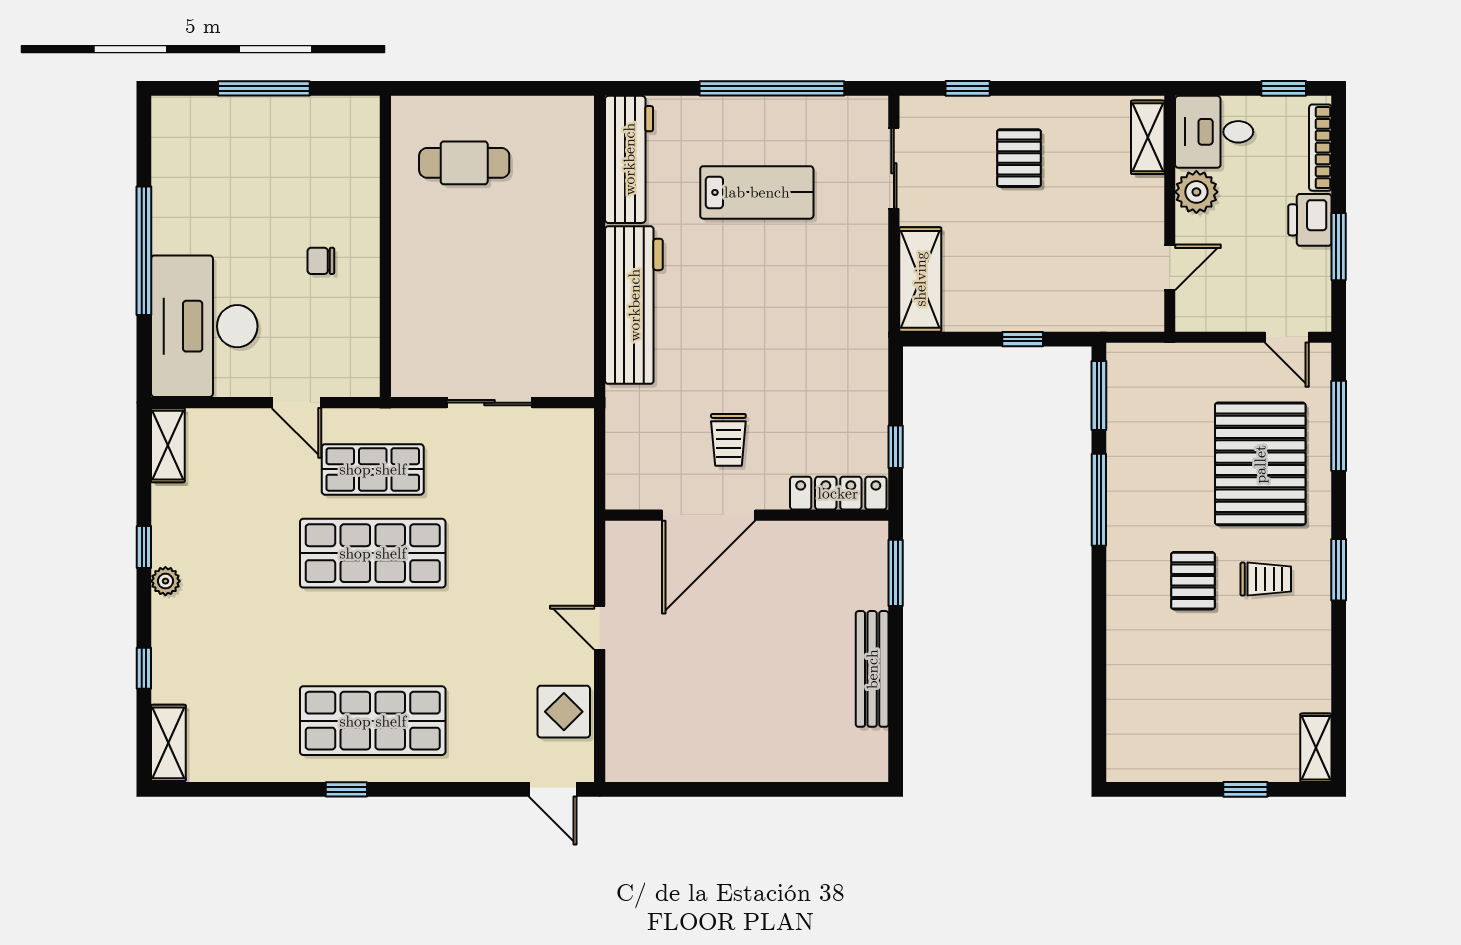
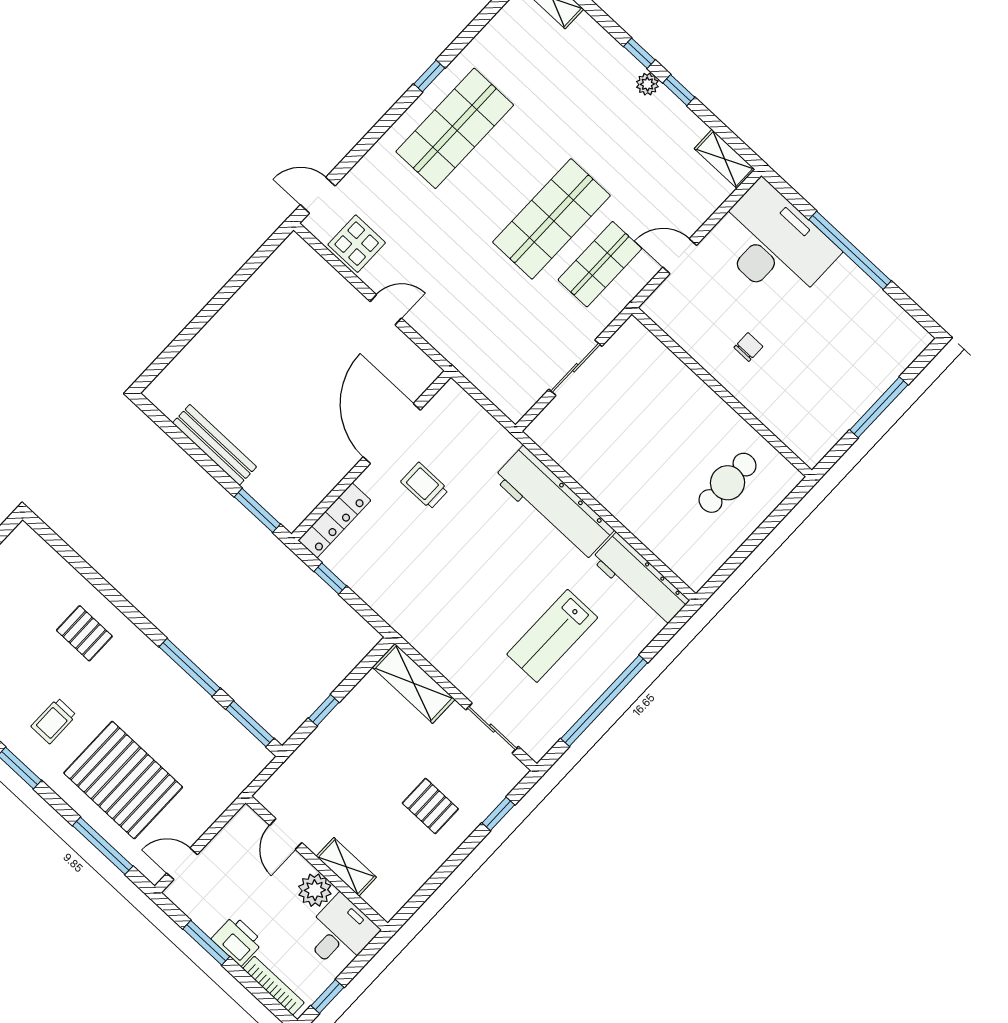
shelving: (1148, 137) -> (346, 867), moved
pallet: (1193, 581) -> (84, 633), moved
window: (144, 668) -> (639, 53), moved

